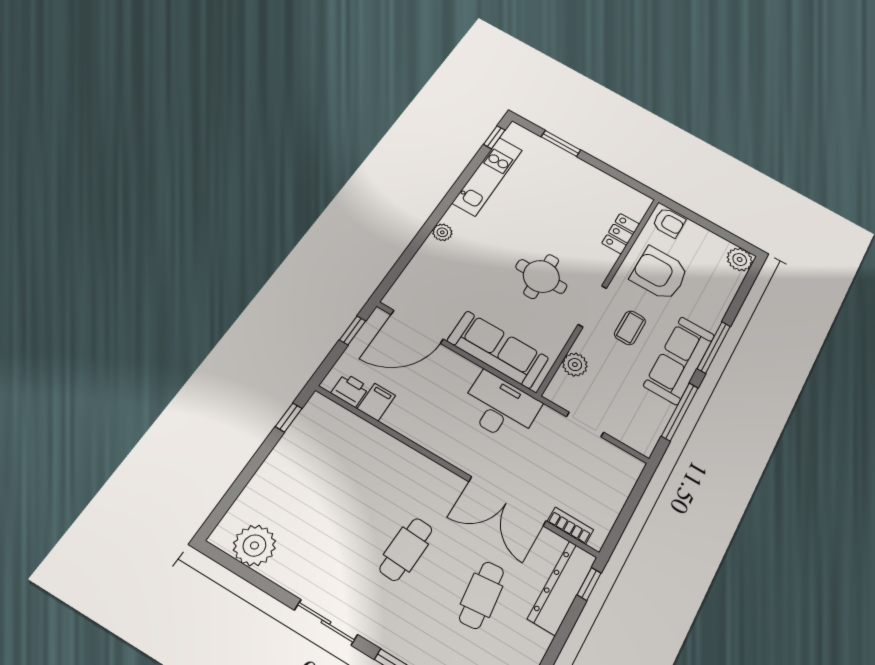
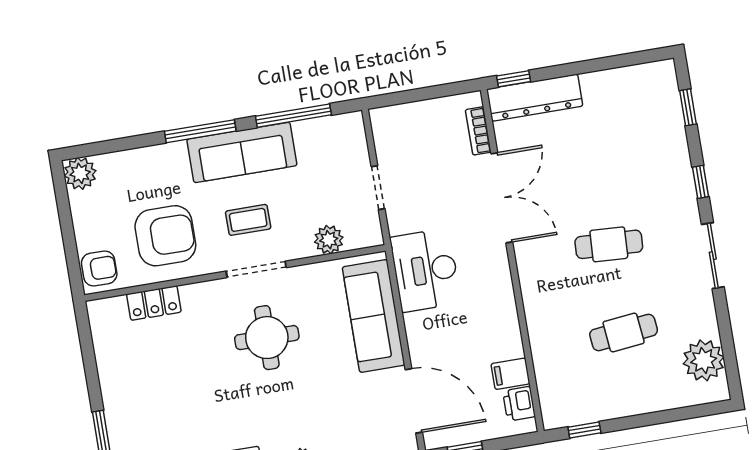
armchair: (669, 222) -> (99, 268), turned 90
armchair: (659, 273) -> (165, 236), turned -90
cafe table: (482, 595) -> (624, 332), moved

